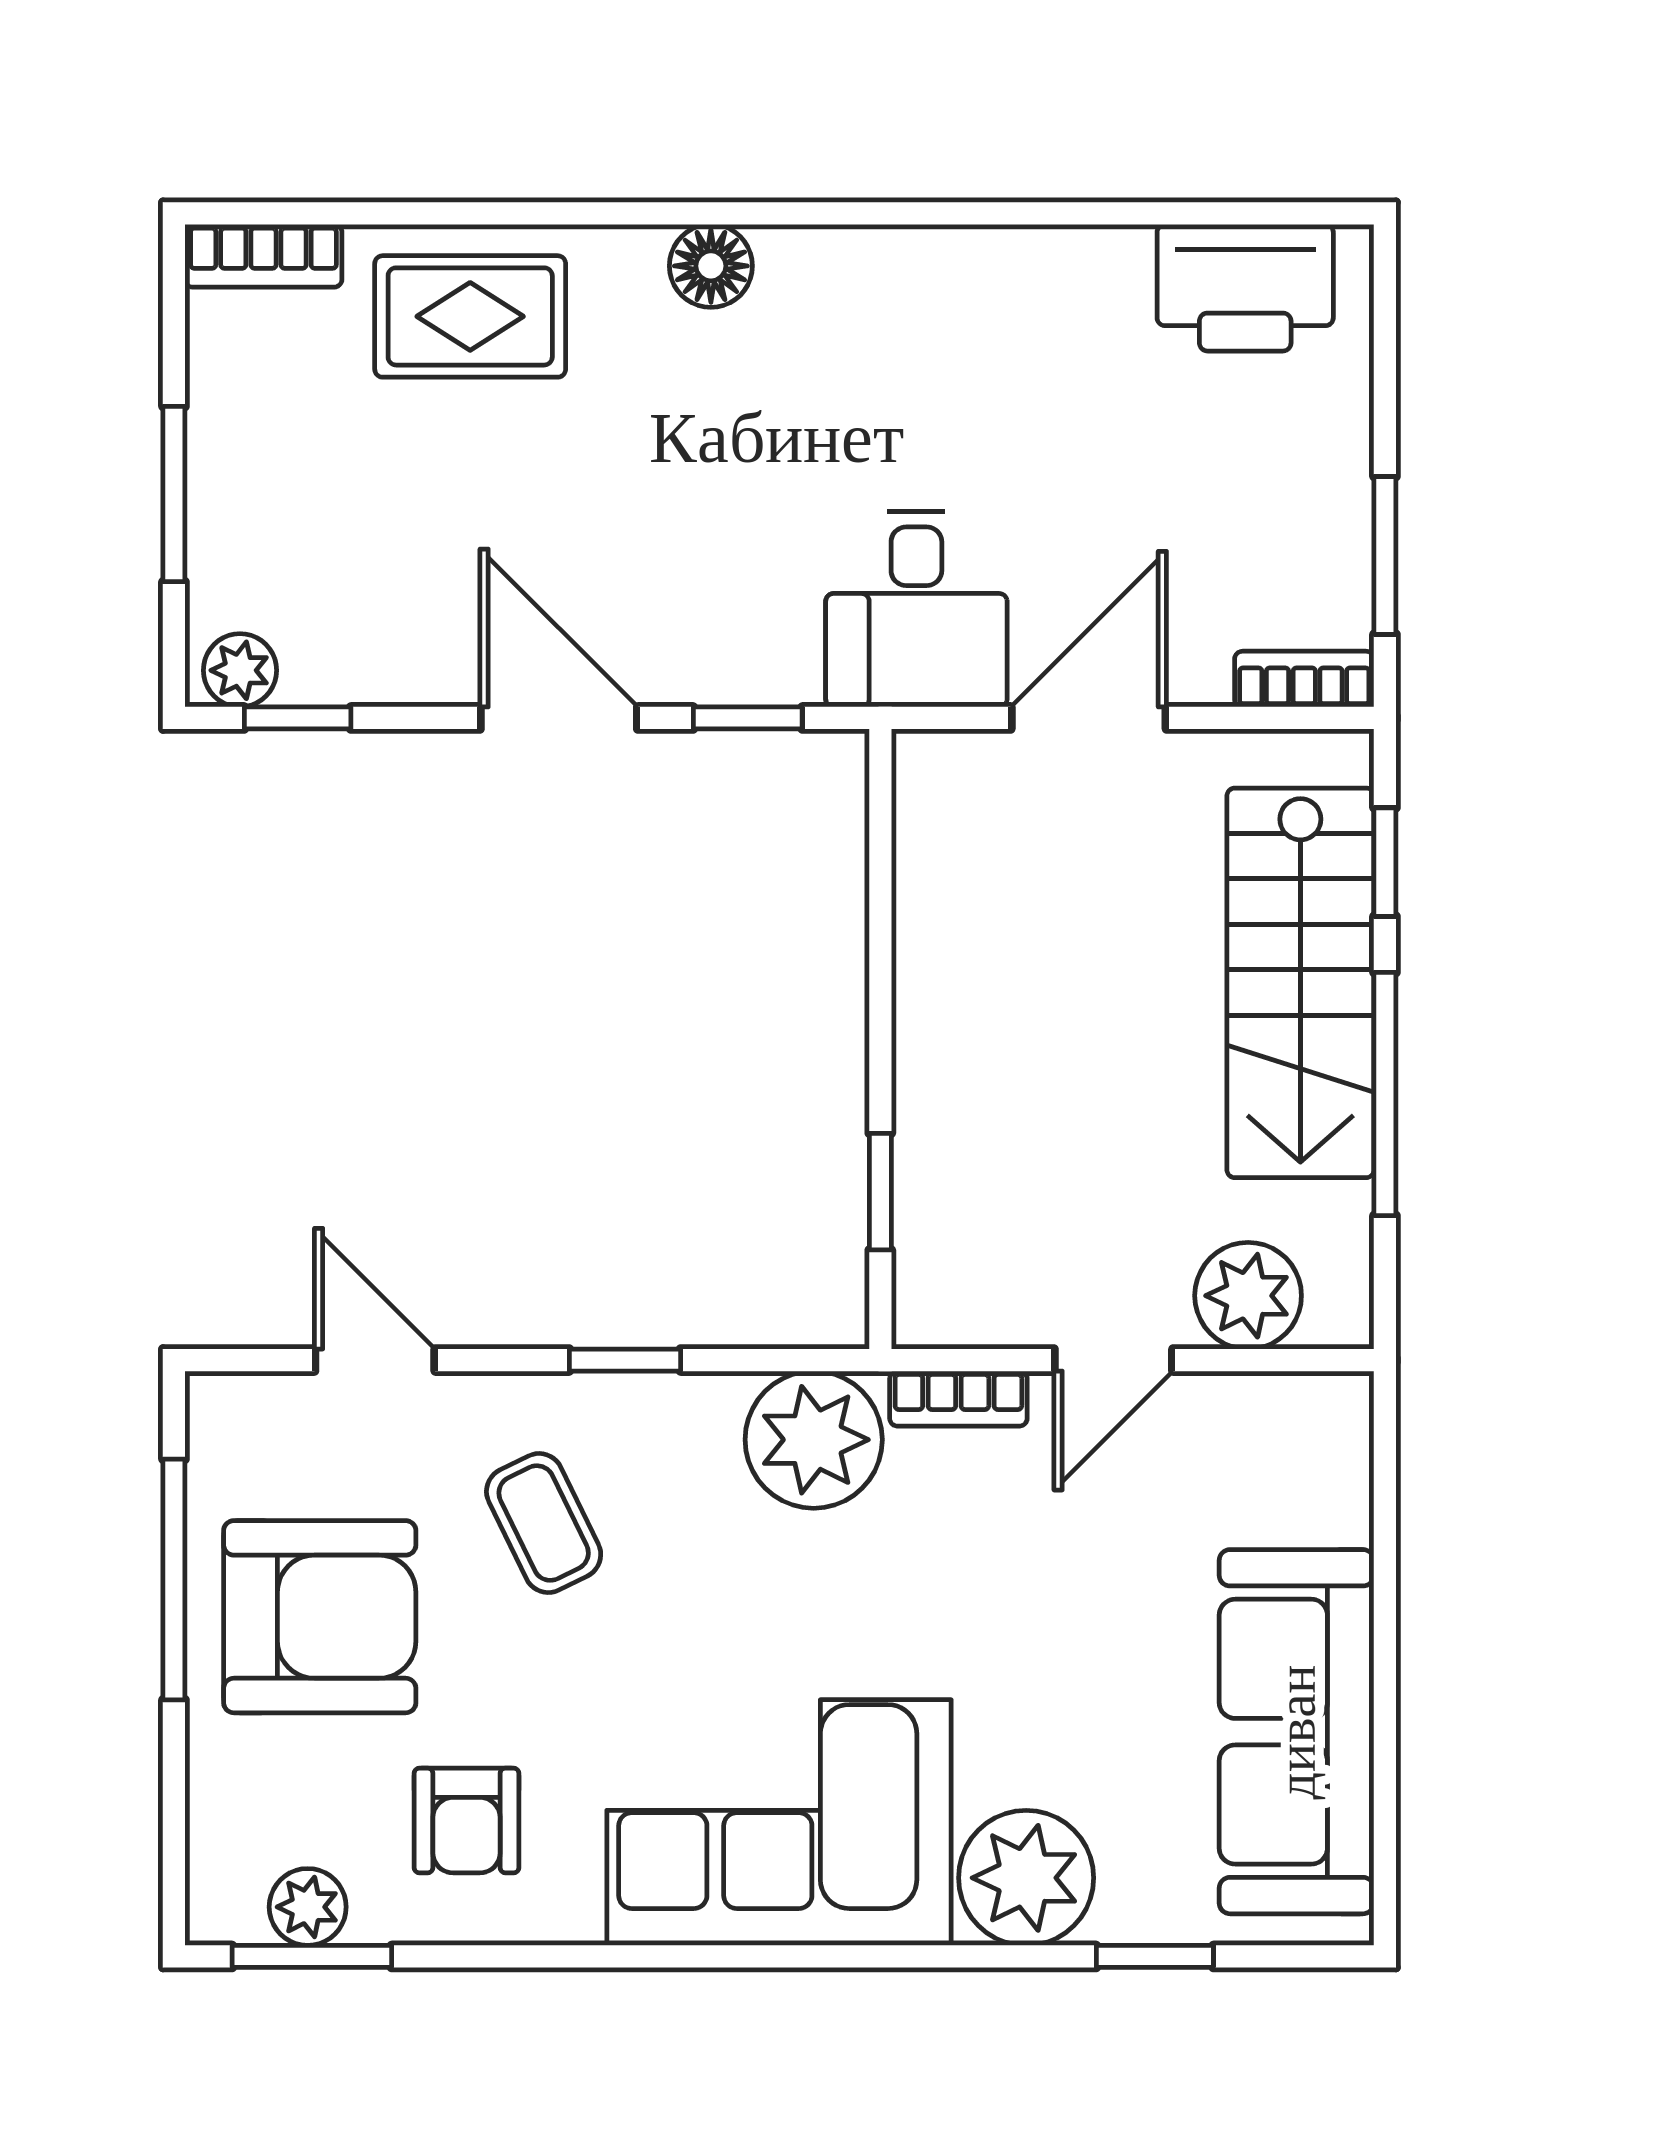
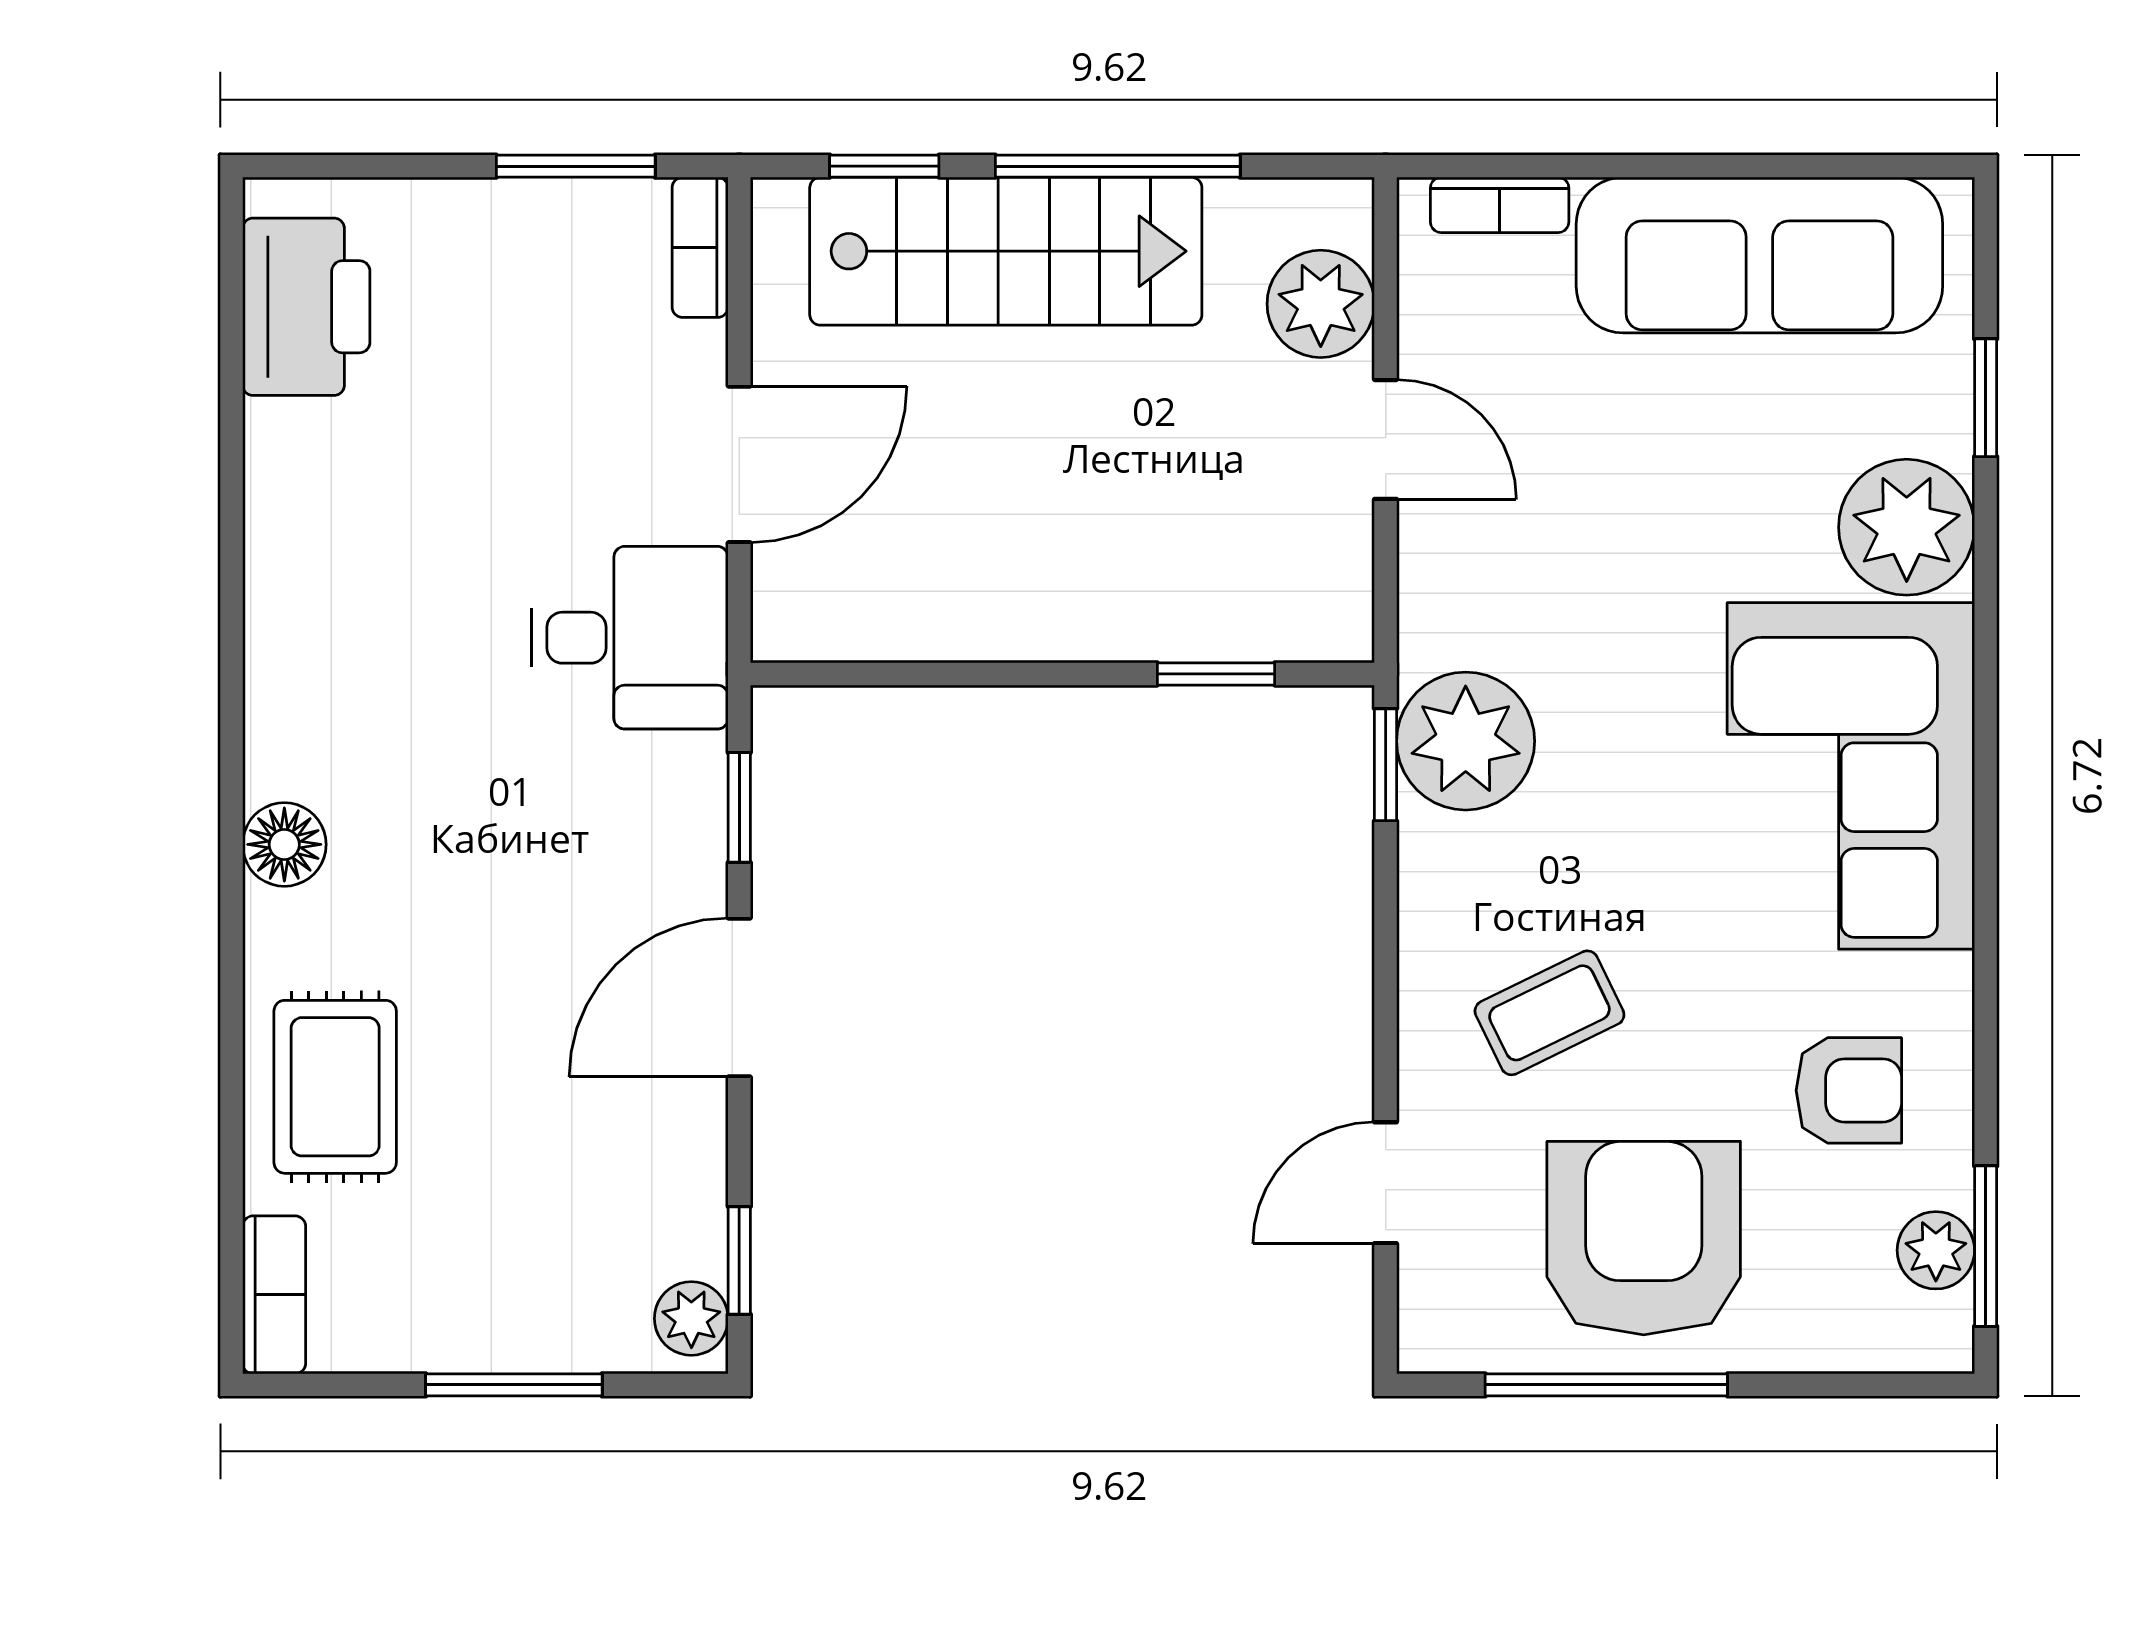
door: (1089, 718) -> (739, 464), swing flipped
window: (625, 1360) -> (1386, 765), moved
bookcase: (958, 1399) -> (1500, 205), moved, turned 90

